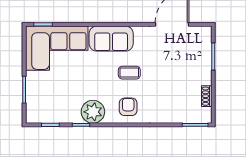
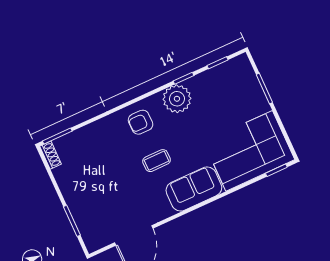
shoe rack: (207, 96) -> (51, 155), moved
armchair: (128, 107) -> (141, 122), turned 90

